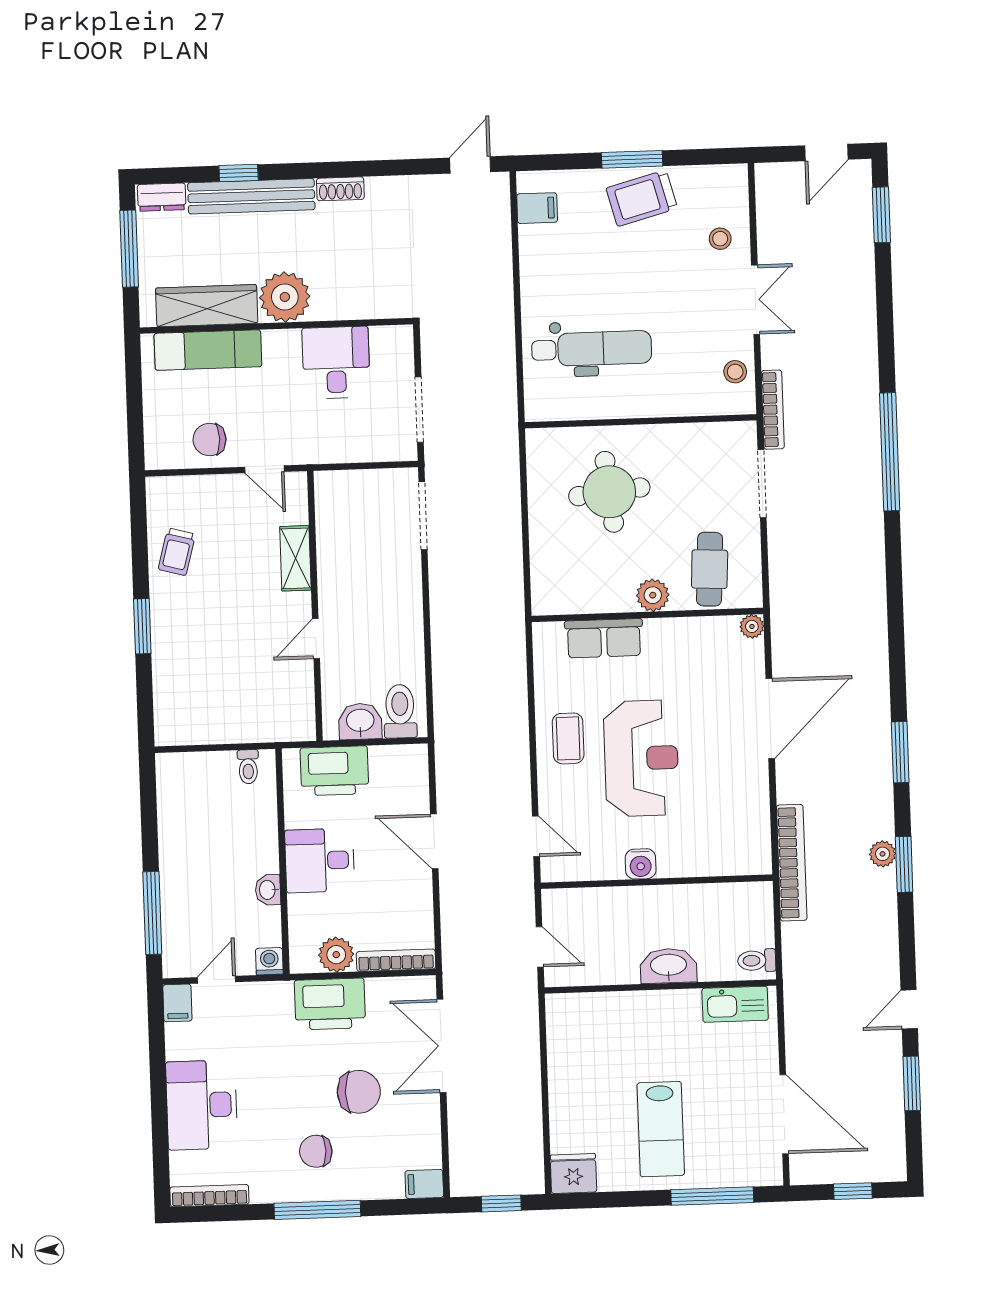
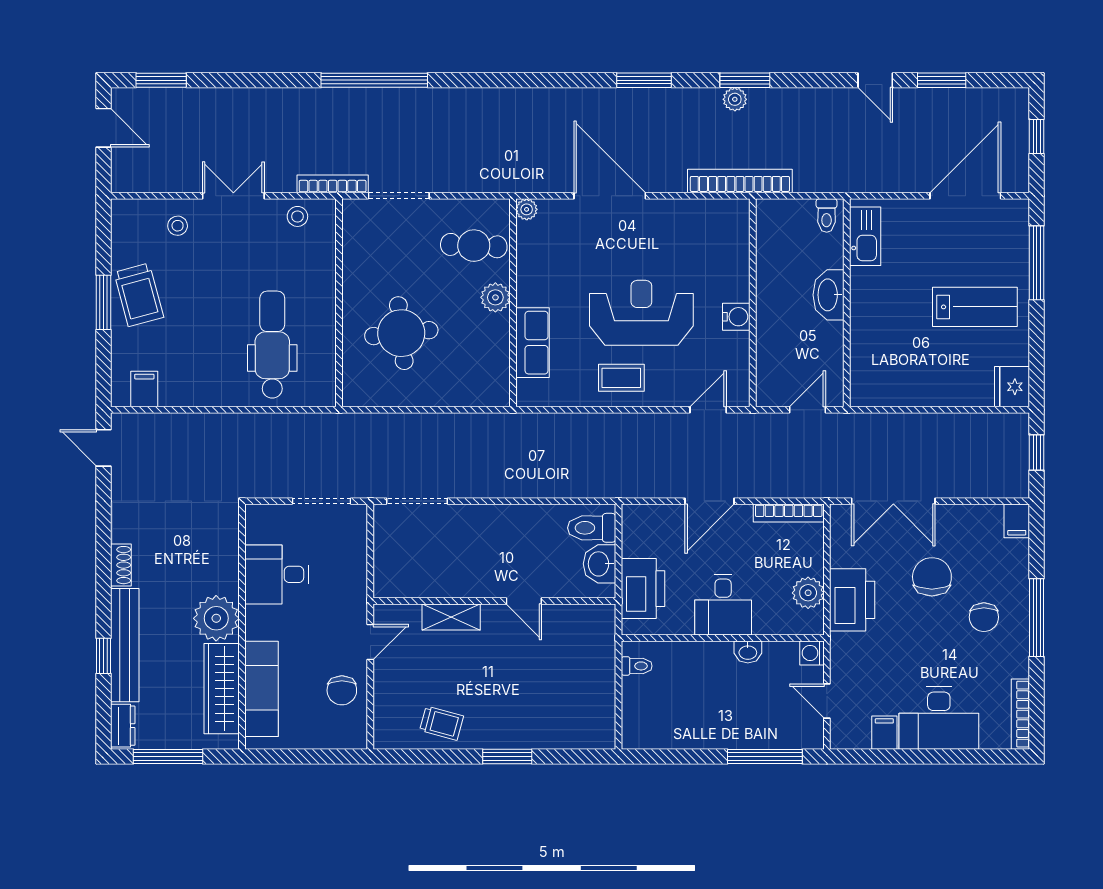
bookcase: (396, 960) -> (789, 513), moved, turned -90
filing cabinet: (177, 1003) -> (884, 733), moved, turned -90

